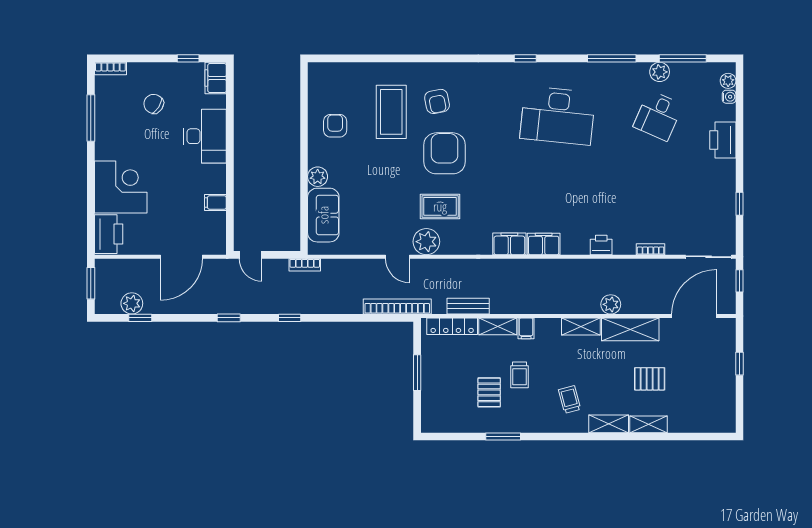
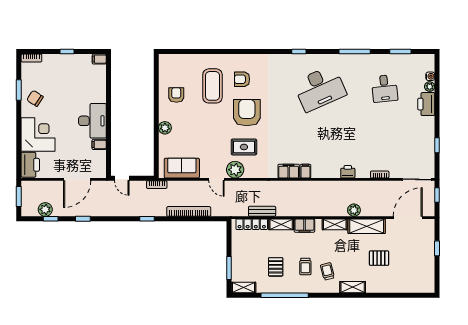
window: (188, 58) -> (67, 52), moved
window: (683, 58) -> (400, 52), width x0.69
plant: (660, 72) -> (385, 60), removed
filing cabinet: (216, 78) -> (99, 59), width x0.50
plant: (728, 81) -> (430, 87), moved
armchair: (437, 101) -> (242, 79), turned 101
chair: (154, 104) -> (35, 98), moved
desk: (558, 116) -> (320, 88), turned -30
desk: (658, 116) -> (385, 88), turned -30
window: (91, 118) -> (19, 90), width x0.69
desk: (205, 136) -> (92, 121), moved
sofa: (323, 215) -> (182, 168), moved, turned -90
filing cabinet: (544, 244) -> (305, 171), width x0.50
bookcase: (397, 306) -> (189, 211), moved
window: (229, 318) -> (83, 219), moved
filing cabinet: (526, 328) -> (304, 226), width x2.00
window: (417, 373) -> (229, 268), moved
trolley: (520, 375) -> (305, 267), moved
shelving: (649, 424) -> (244, 287), moved
window: (503, 436) -> (285, 295), width x2.11

